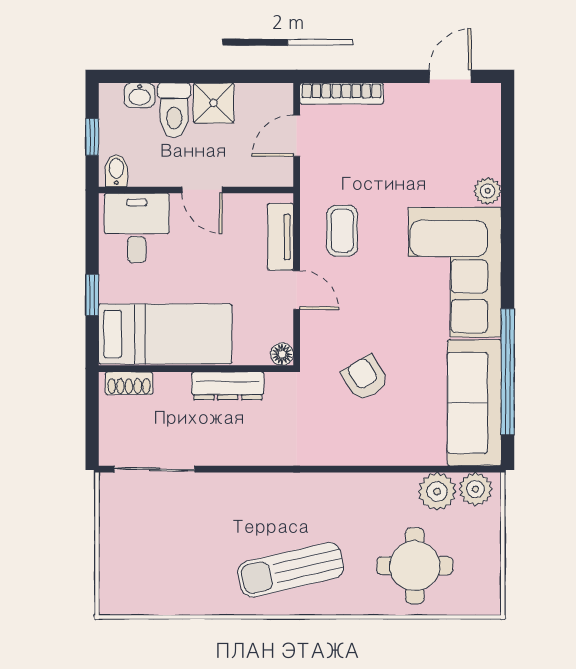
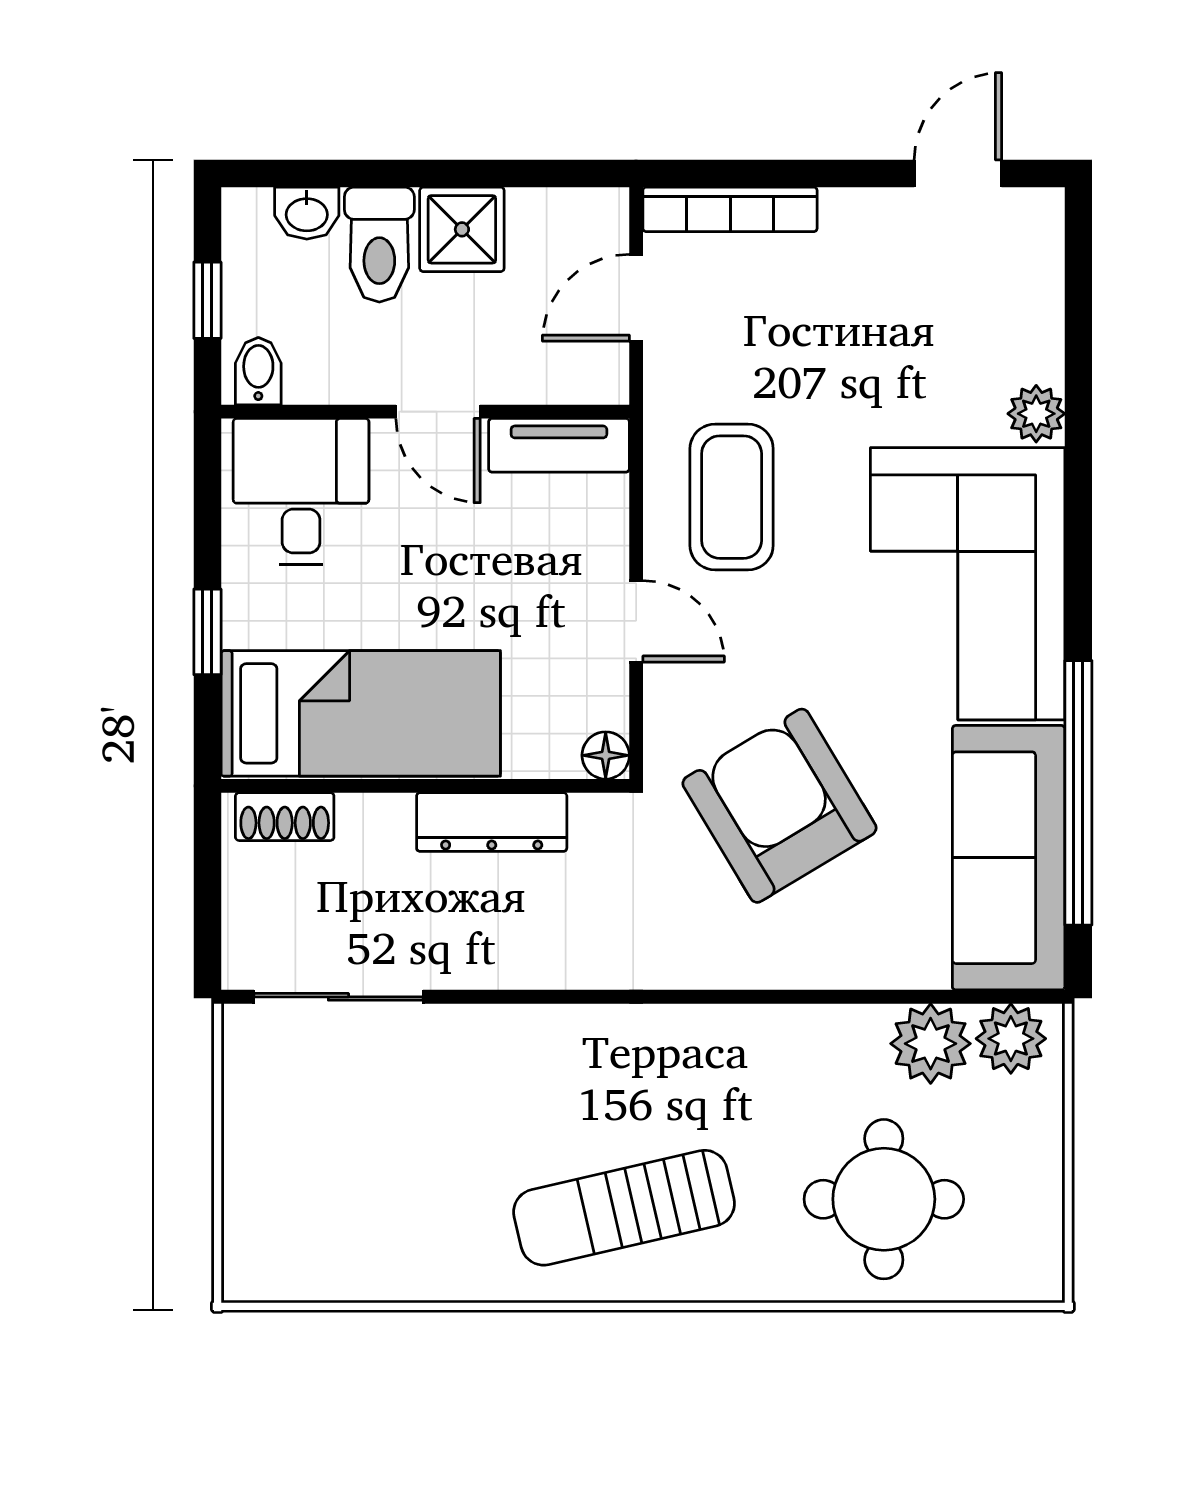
coffee table: (342, 231) -> (732, 497), width x1.36, depth x1.30
tv unit: (281, 237) -> (559, 445), moved, turned -90
armchair: (365, 378) -> (779, 806), width x1.88, depth x1.88

